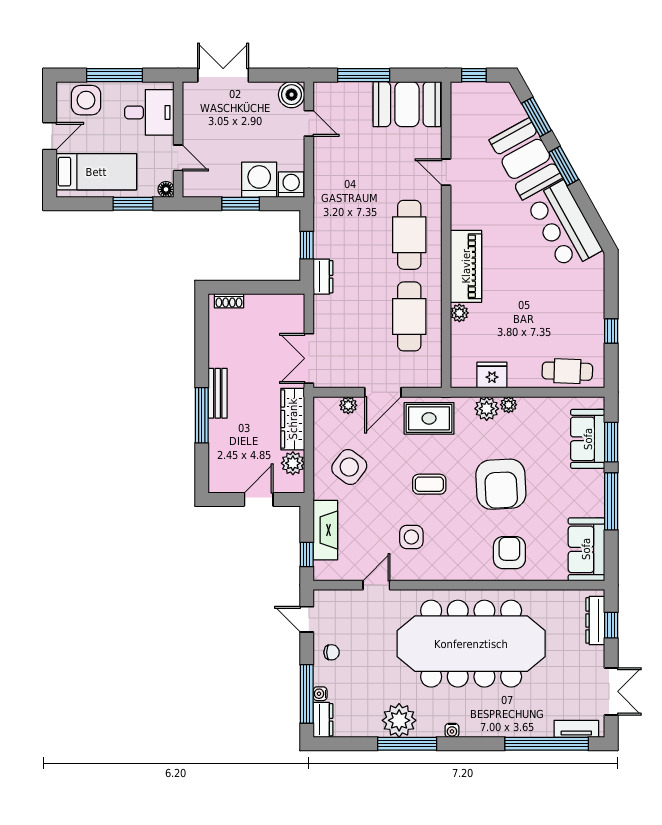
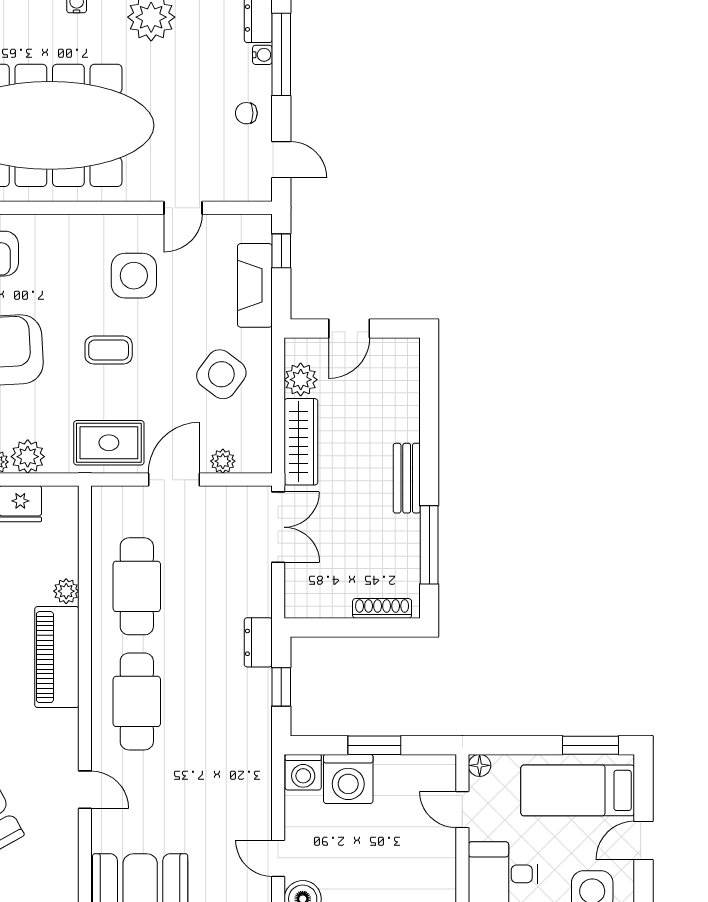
window: (133, 204) -> (590, 745), moved
shoe rack: (229, 301) -> (382, 608), width x1.43
window: (202, 415) -> (429, 545), moved
side table: (411, 537) -> (134, 276), width x1.37, depth x1.37

